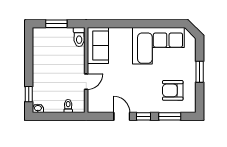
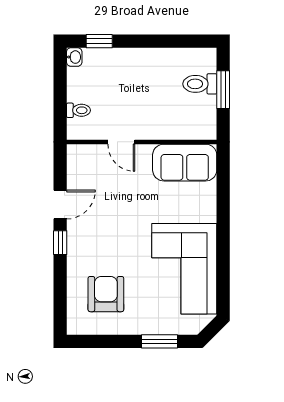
toilet: (79, 37) -> (200, 84), moved
window: (200, 72) -> (159, 341), moved
window: (170, 116) -> (60, 289), removed

